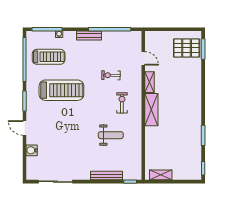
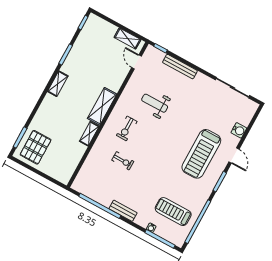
pallet: (187, 48) -> (36, 147), turned 90
door: (143, 58) -> (137, 62), moved
treadmill: (61, 90) -> (201, 154), moved, turned -90
shelving: (197, 108) -> (58, 84), added

